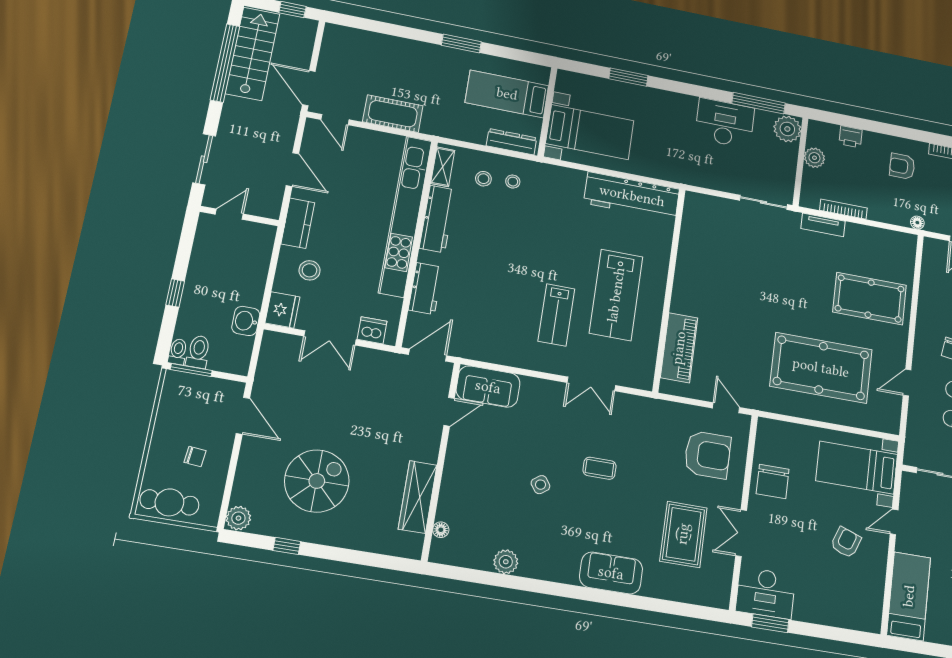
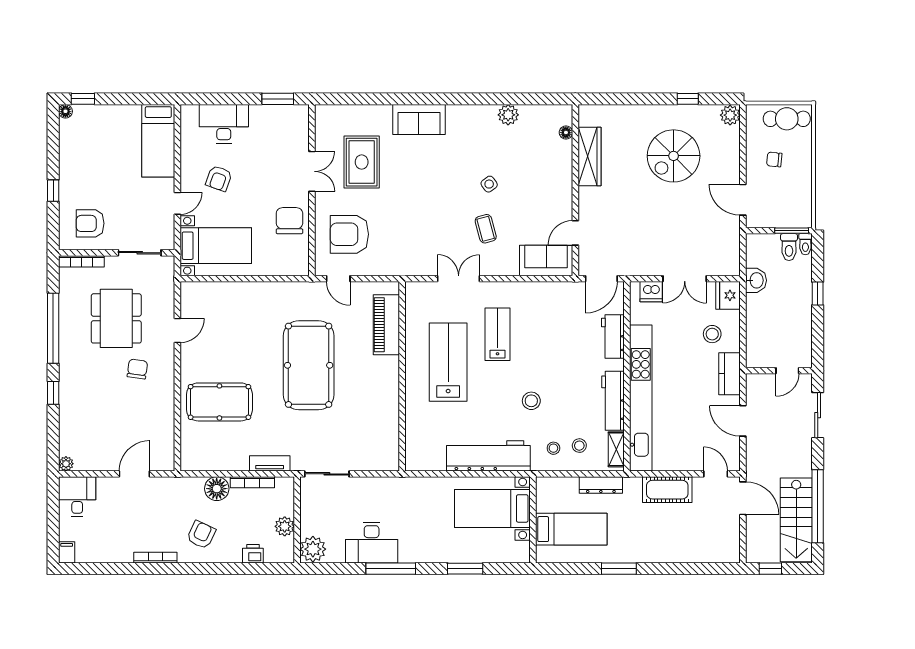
window: (759, 103) -> (391, 569), moved
dresser: (511, 142) -> (601, 485), moved
armchair: (902, 166) -> (201, 535), turned -65
workbench: (632, 196) -> (488, 456), moved
floor lamp: (917, 223) -> (217, 489), moved, width x1.89, depth x1.89
stool: (530, 236) -> (531, 401), added
double door: (330, 338) -> (685, 279), swing flipped
pool table: (821, 368) -> (309, 365), moved, turned 90
coffee table: (599, 468) -> (486, 229), moved, turned 75
desk: (766, 593) -> (224, 124), moved

